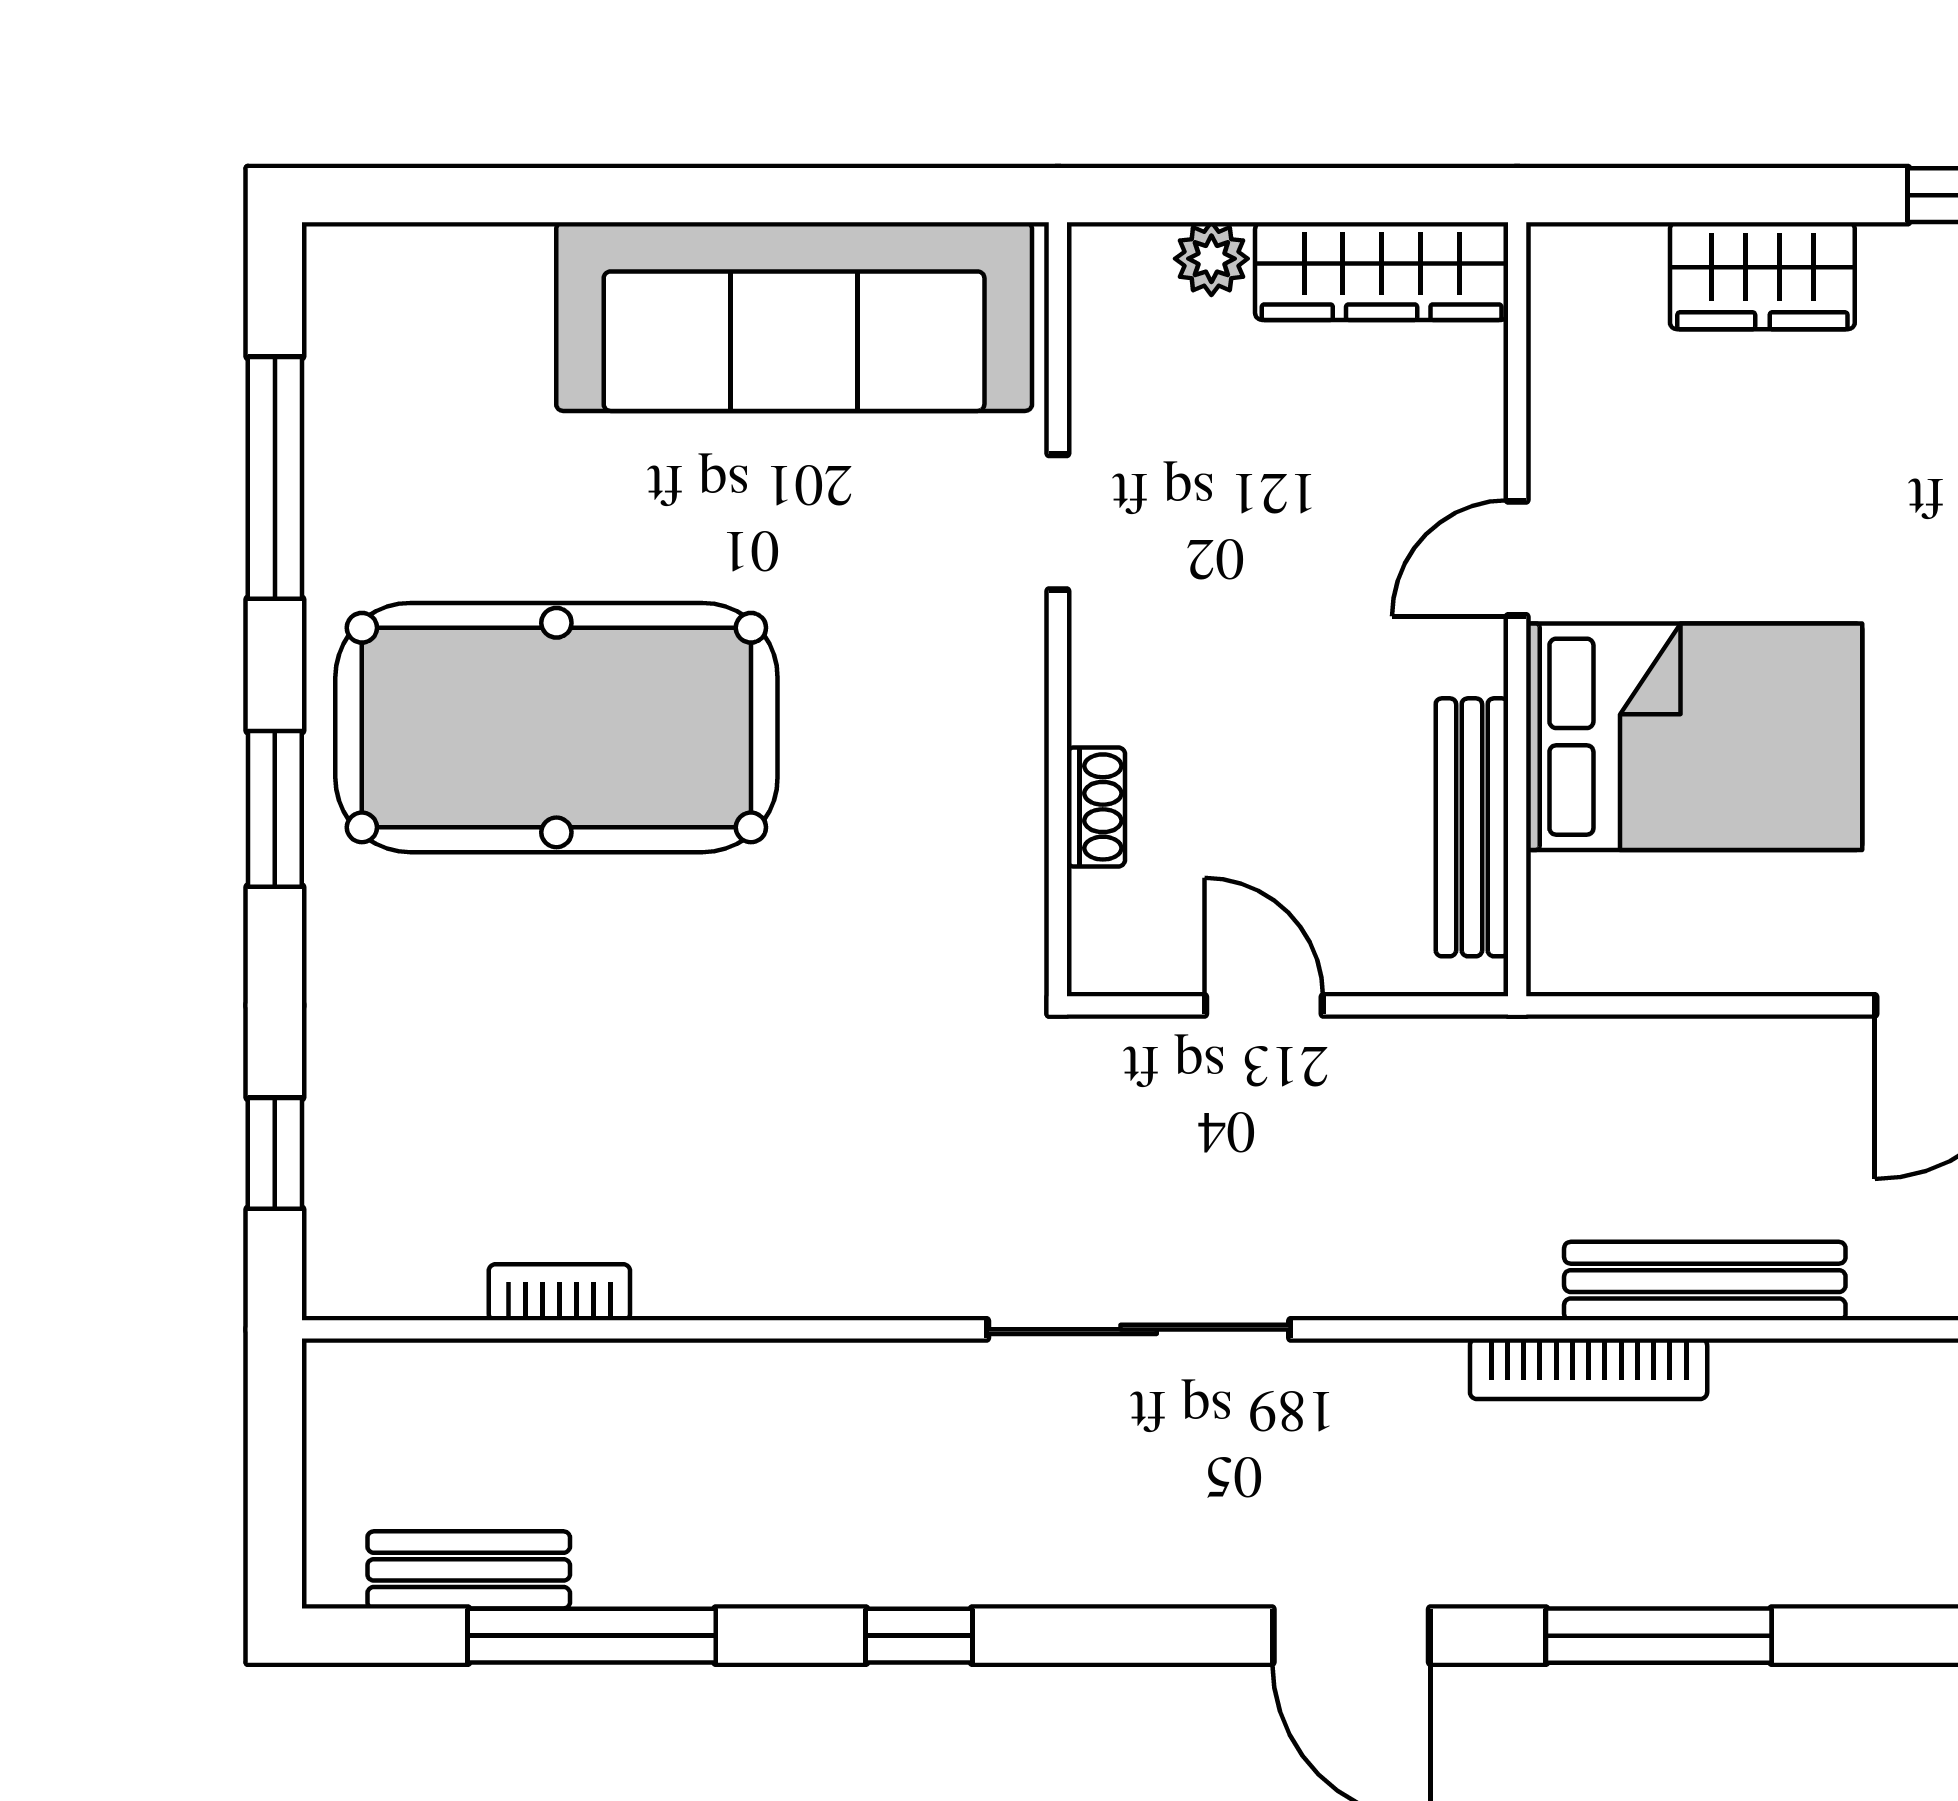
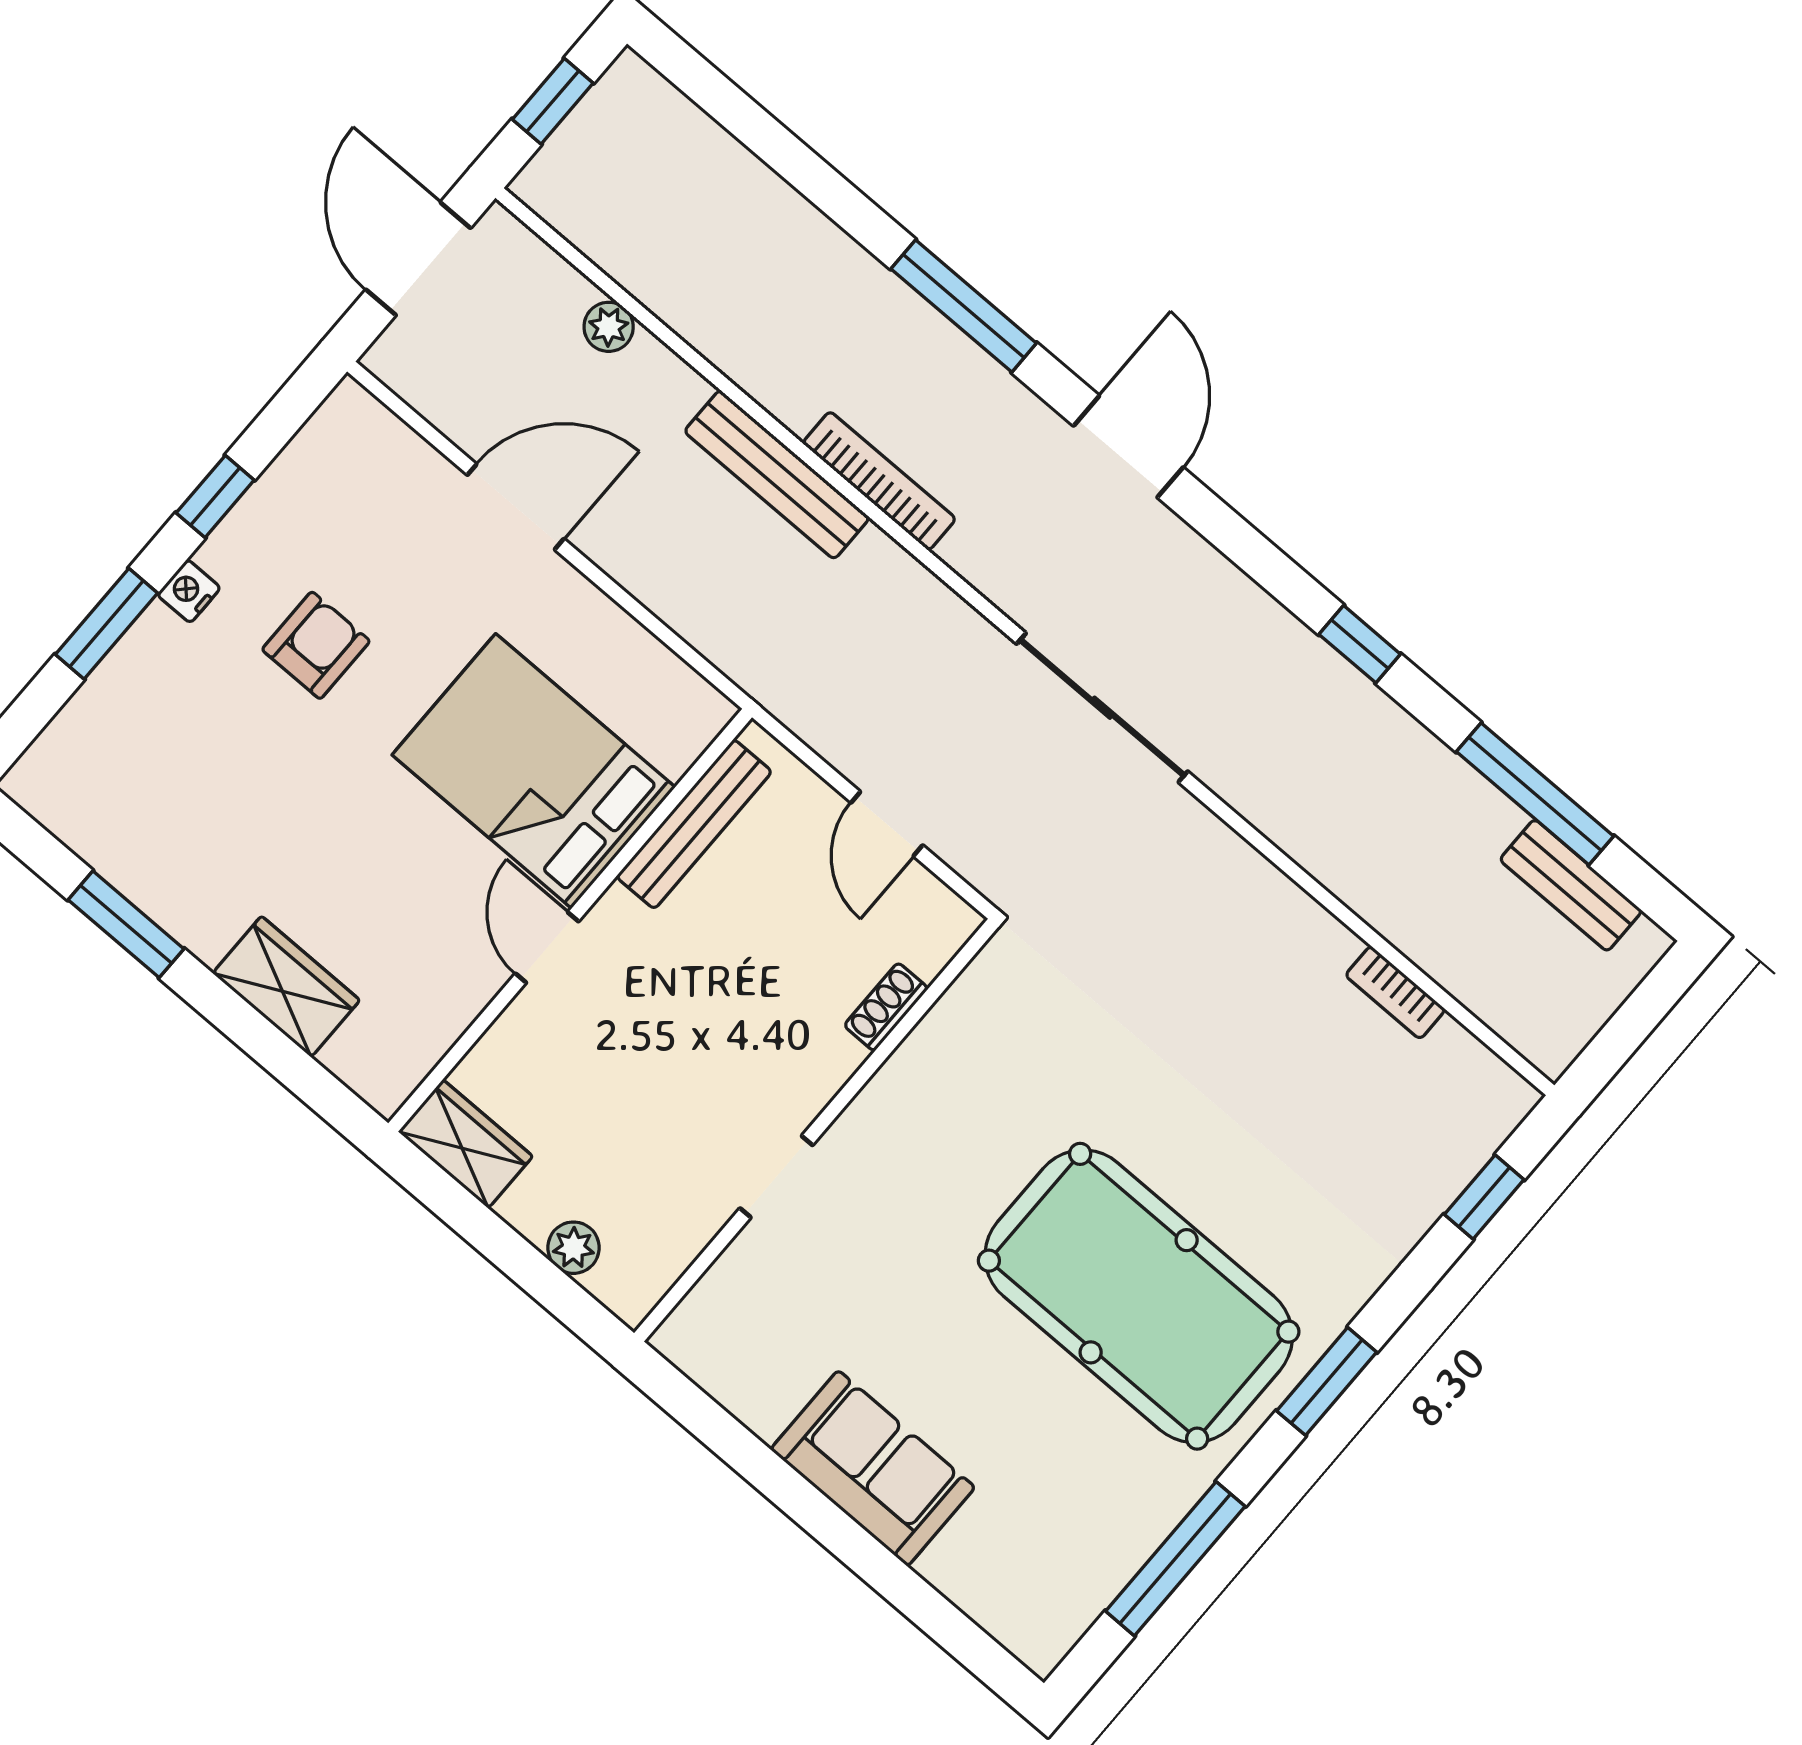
wardrobe: (1382, 271) -> (465, 1144), width x0.67
sofa: (794, 317) -> (873, 1468), width x0.54, depth x0.79
door: (1517, 558) -> (547, 947), swing flipped

